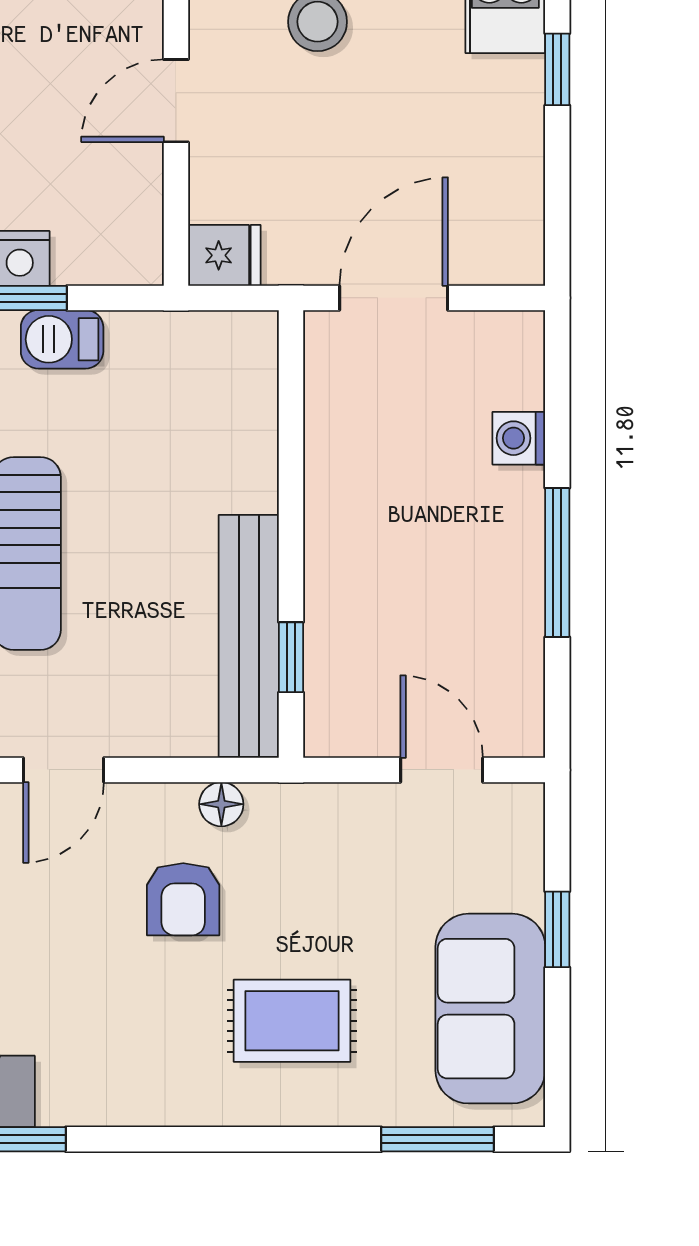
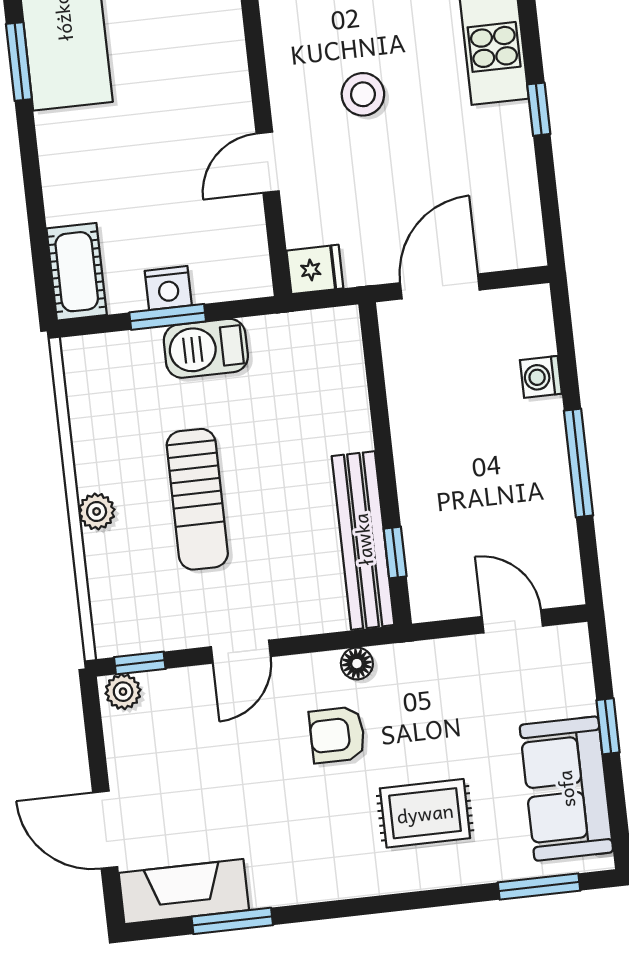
barbecue: (62, 339) -> (206, 348), width x1.38, depth x1.27
armchair: (183, 899) -> (337, 735), turned 90

